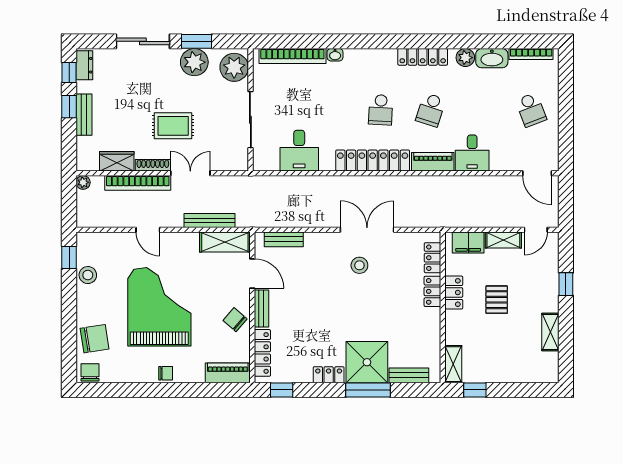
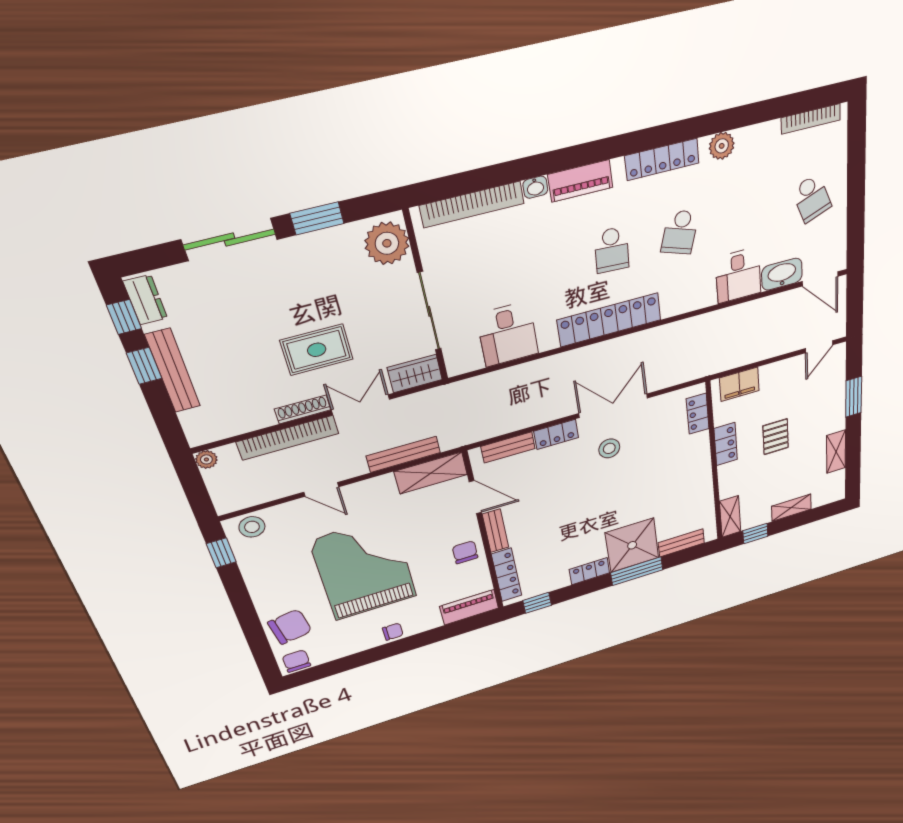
washbasin: (492, 58) -> (782, 274), moved, turned 180
plant: (194, 62) -> (323, 251), removed
bench: (84, 115) -> (173, 371), width x1.36
wardrobe: (117, 161) -> (415, 374), moved
piano: (433, 162) -> (580, 181), moved, turned 180
shelving: (503, 240) -> (791, 508), moved
stool: (88, 275) -> (252, 527), moved
window: (566, 284) -> (854, 397), width x1.50
locker: (432, 291) -> (556, 434), moved, turned -90
chair: (235, 320) -> (465, 552), turned 49

